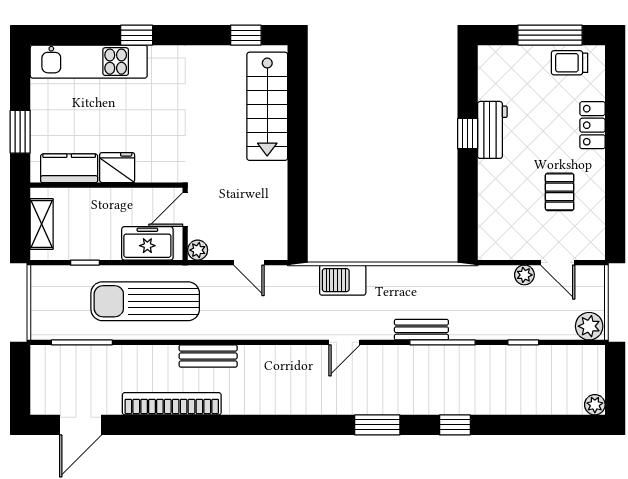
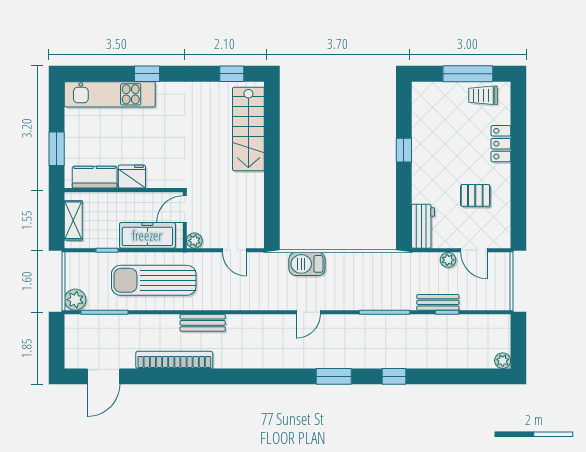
workbench: (492, 130) -> (423, 226), moved
pallet: (560, 192) -> (475, 195), turned 90
freezer: (147, 243) -> (147, 235), width x1.40
plant: (589, 326) -> (75, 300), moved
bench: (421, 330) -> (438, 302), moved

